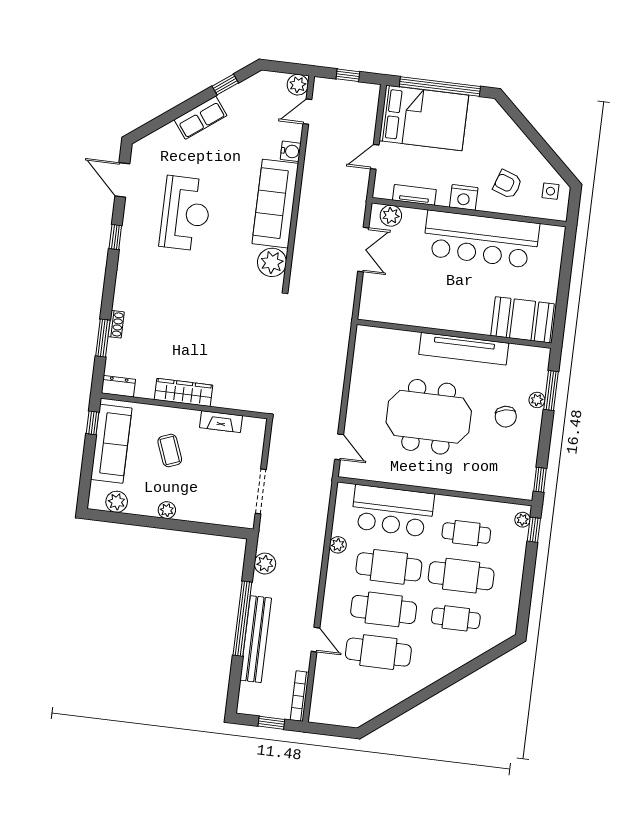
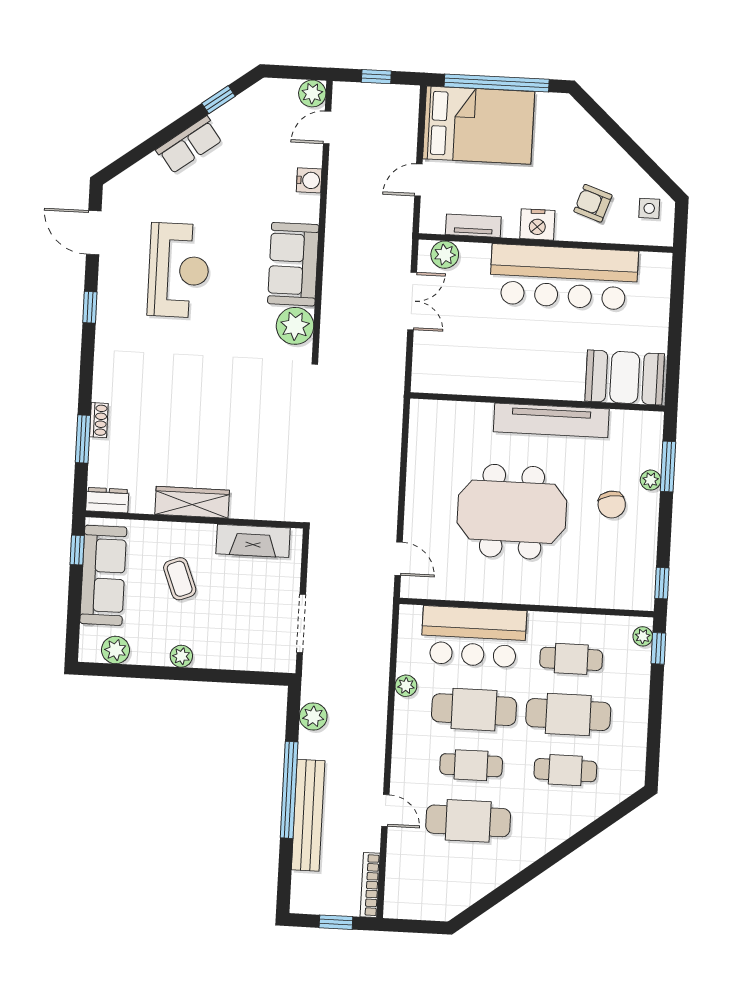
sofa: (275, 204) -> (293, 264), width x0.73
fireplace: (221, 422) -> (253, 541), width x1.37, depth x1.32
cafe table: (384, 609) -> (471, 765), width x0.73, depth x0.74

